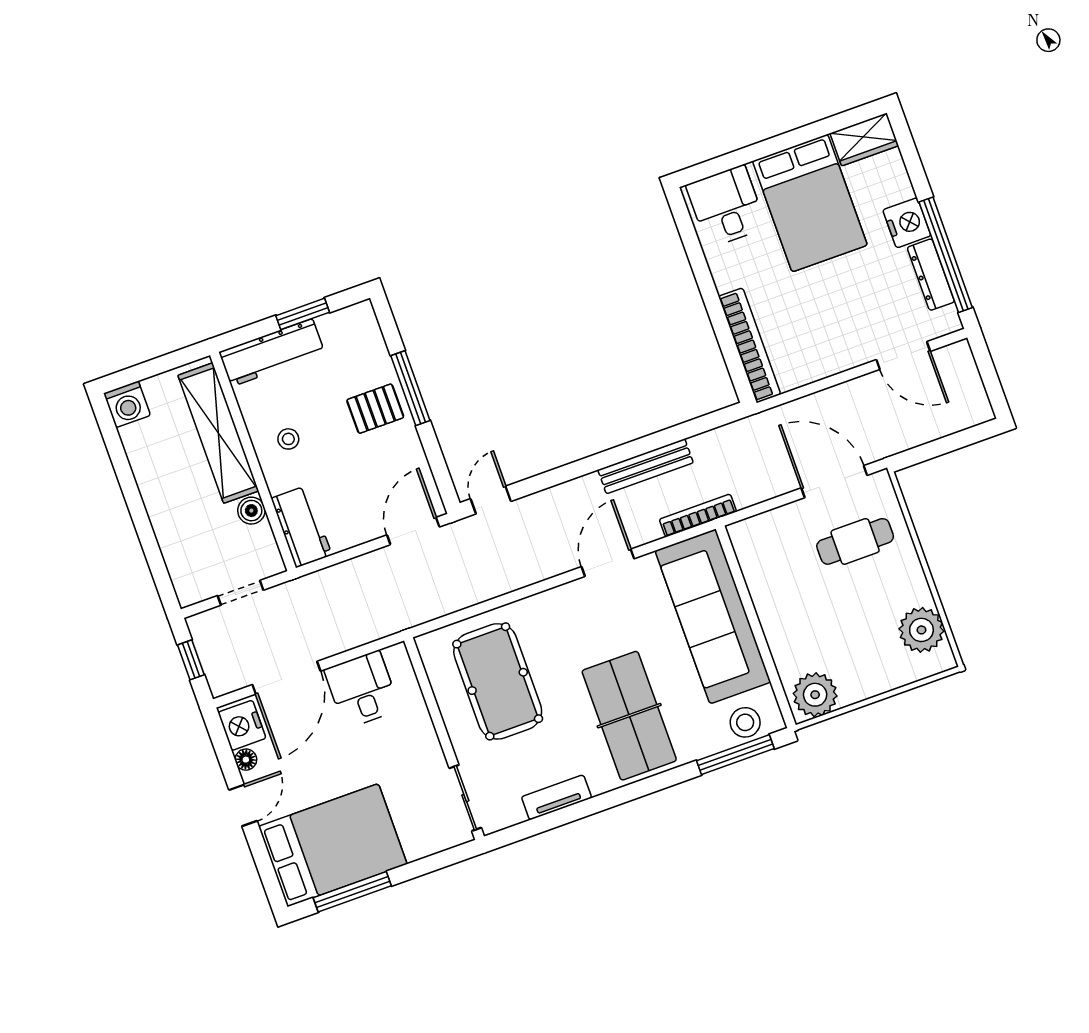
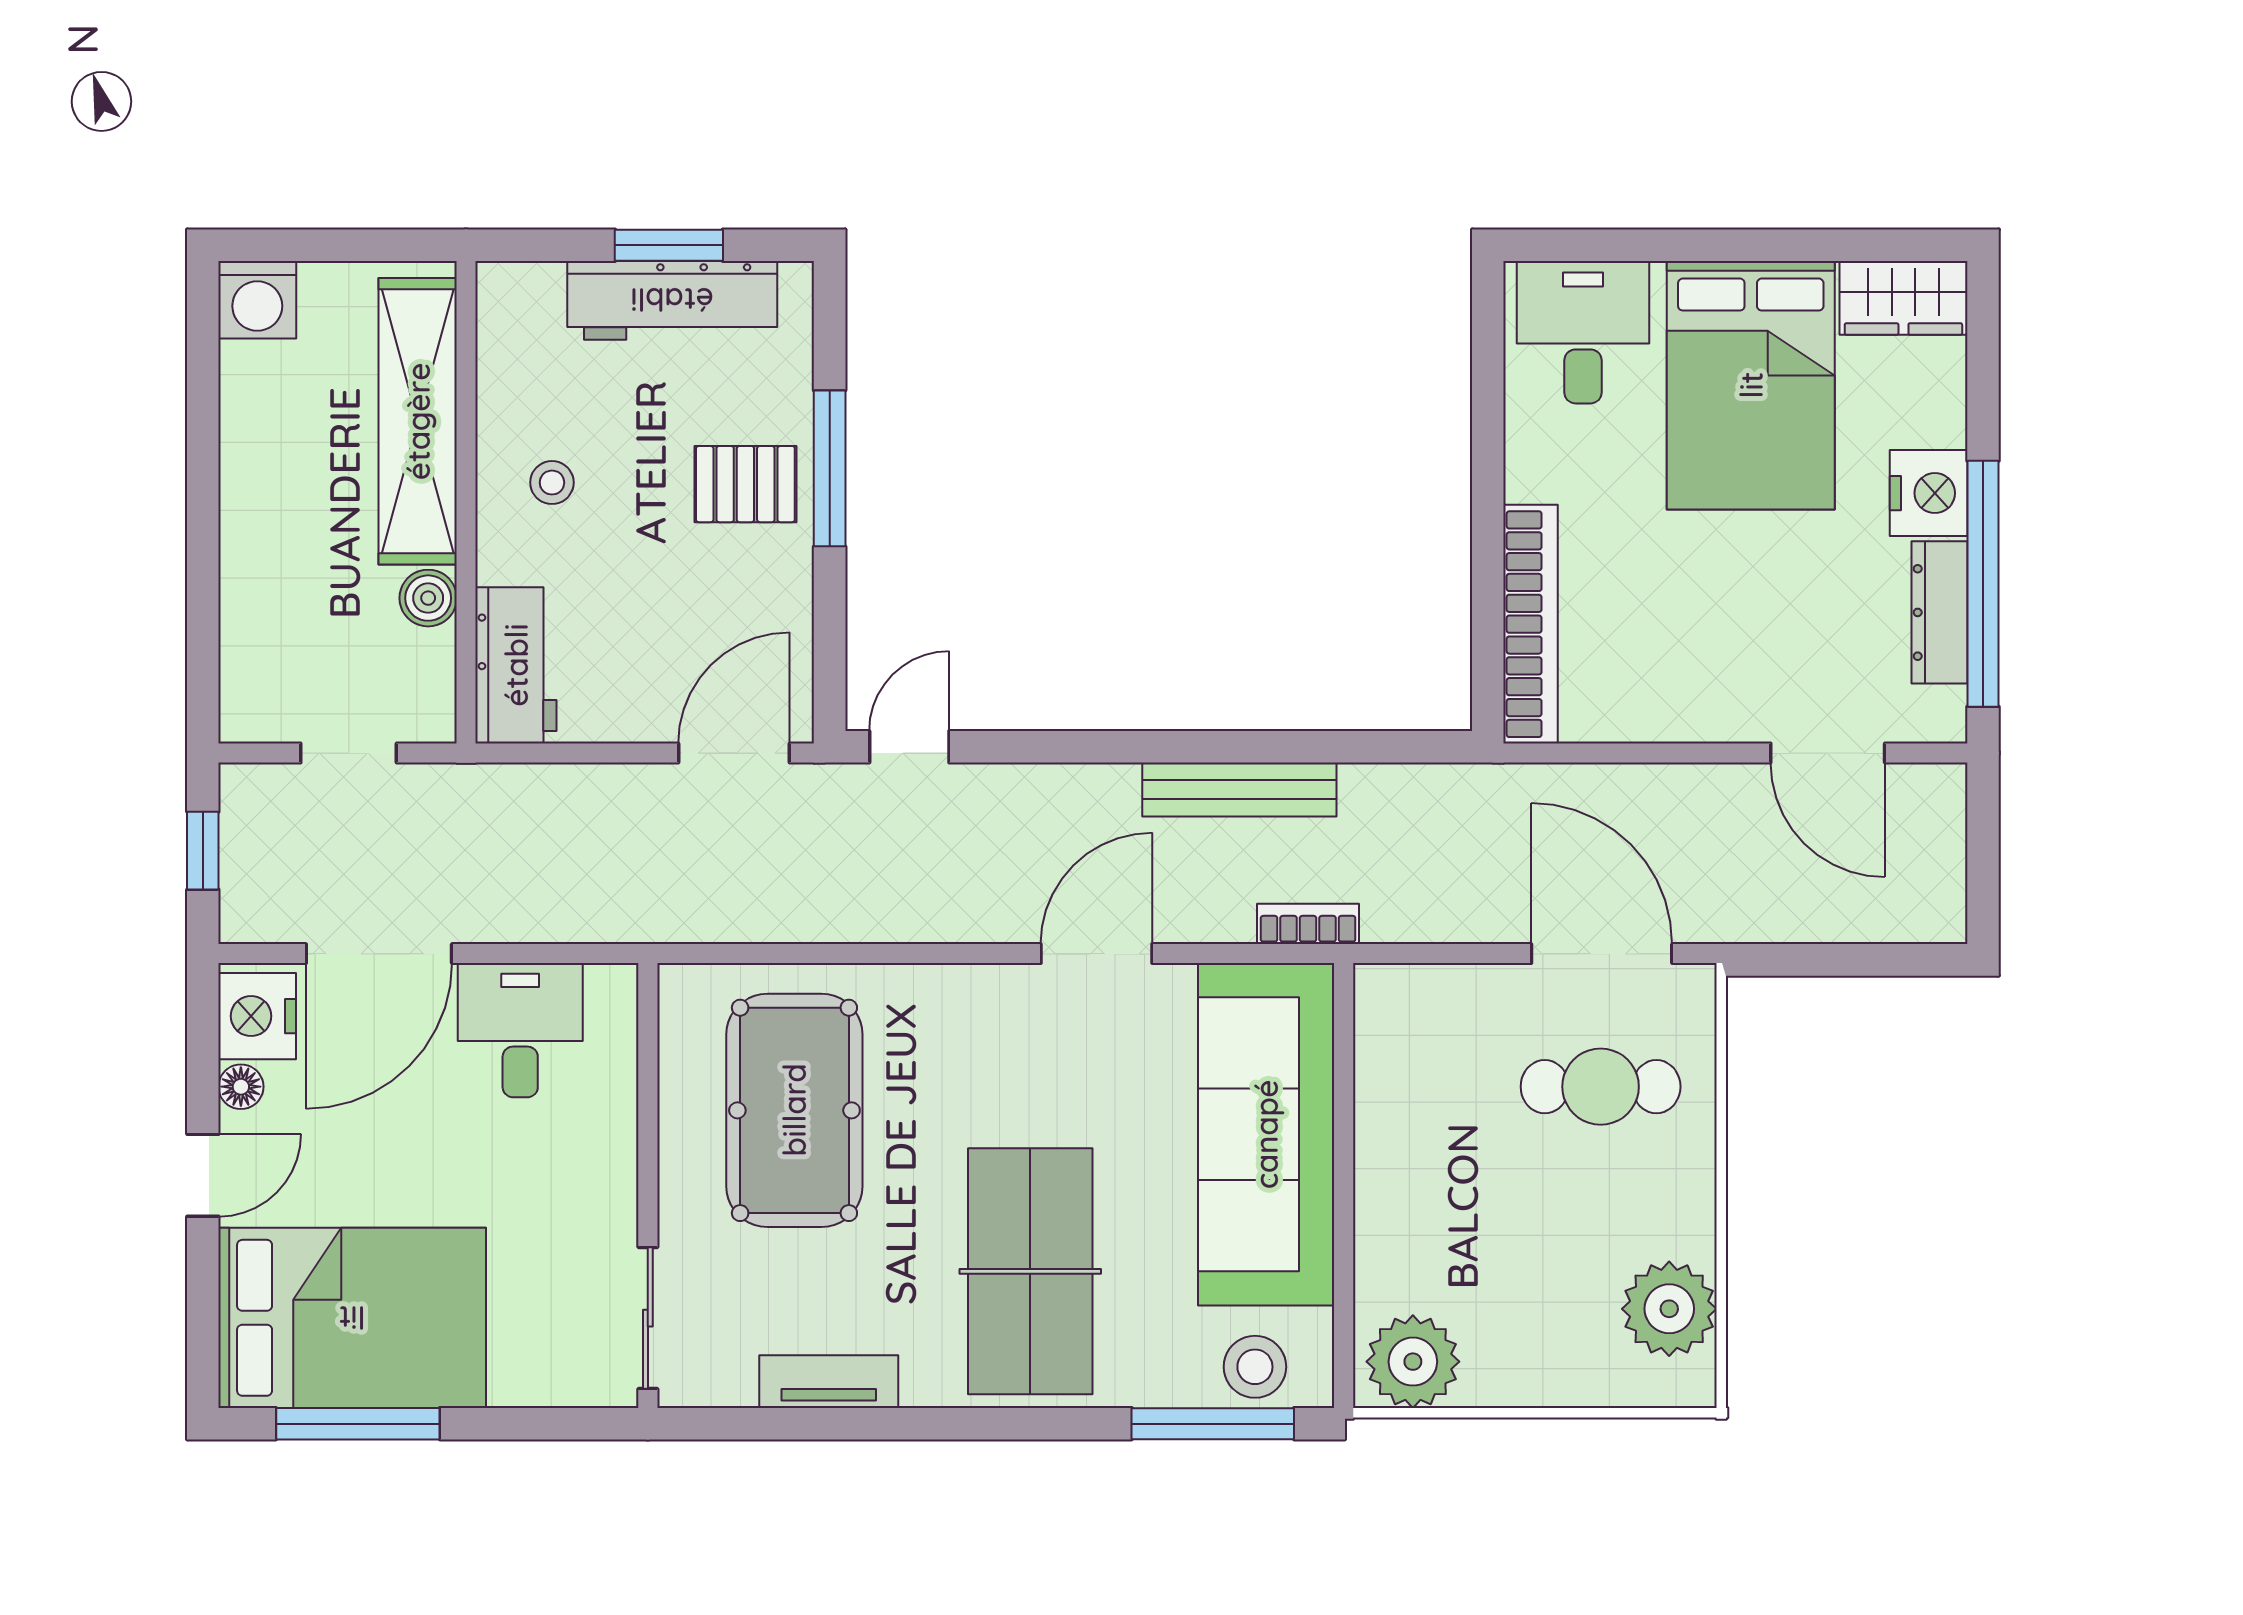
workbench: (272, 353) -> (672, 300), moved
bookcase: (698, 515) -> (1308, 924), width x0.64

